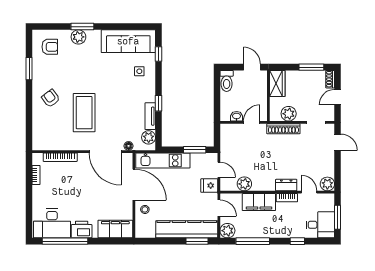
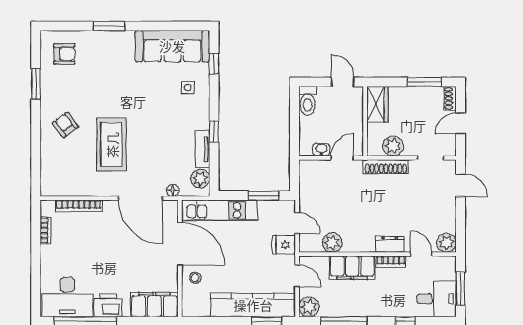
plant: (78, 37) -> (104, 40), removed

